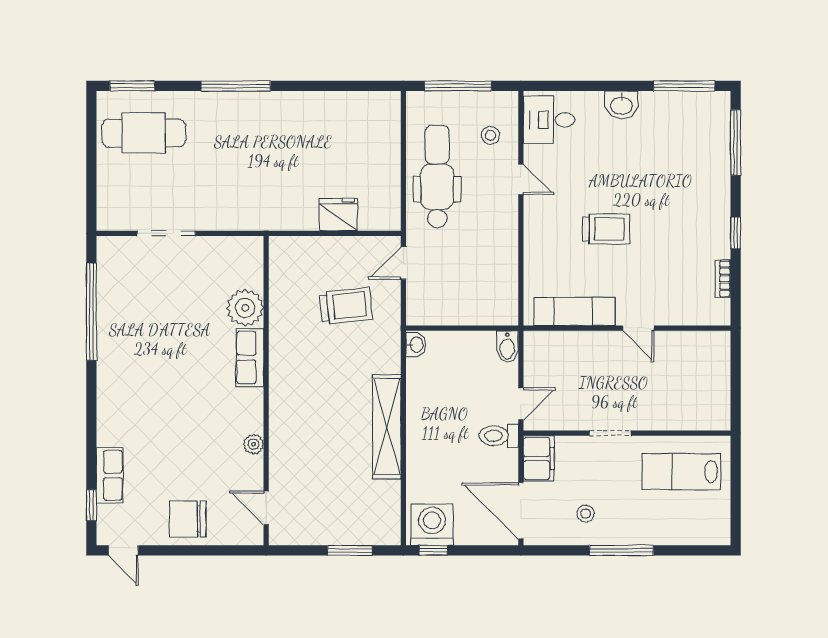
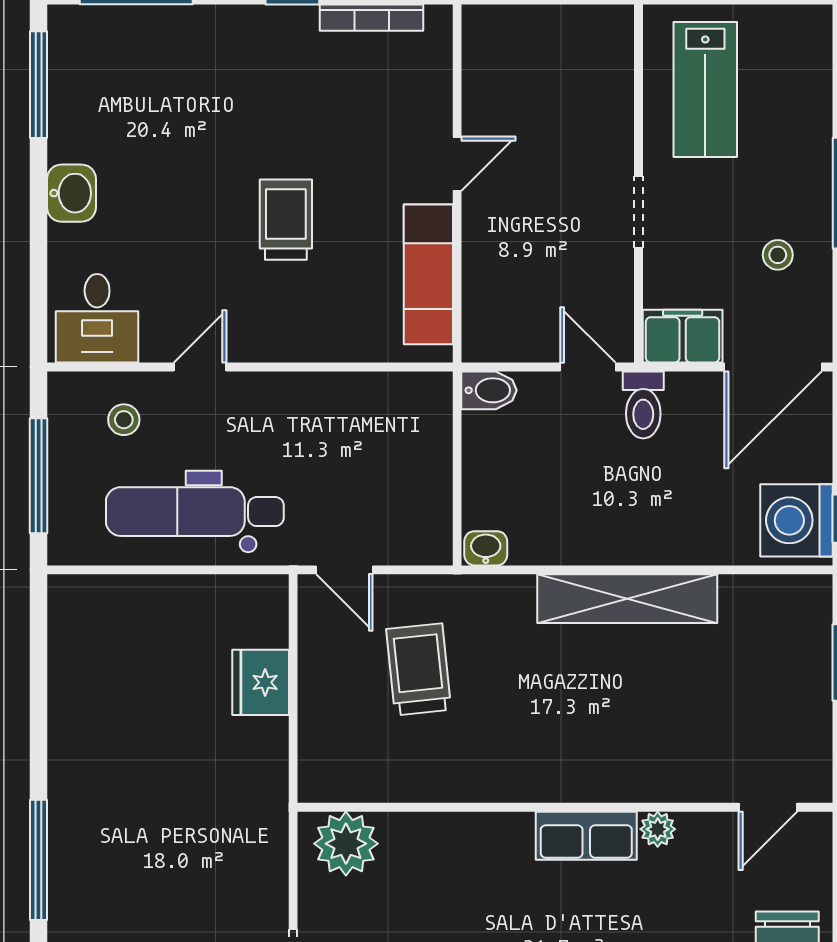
bookcase: (723, 279) -> (372, 18), width x1.56
plant: (245, 308) -> (346, 844), moved
row of seats: (250, 358) -> (586, 836), moved

